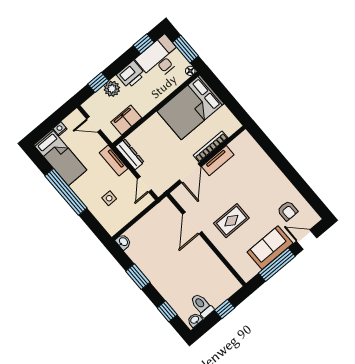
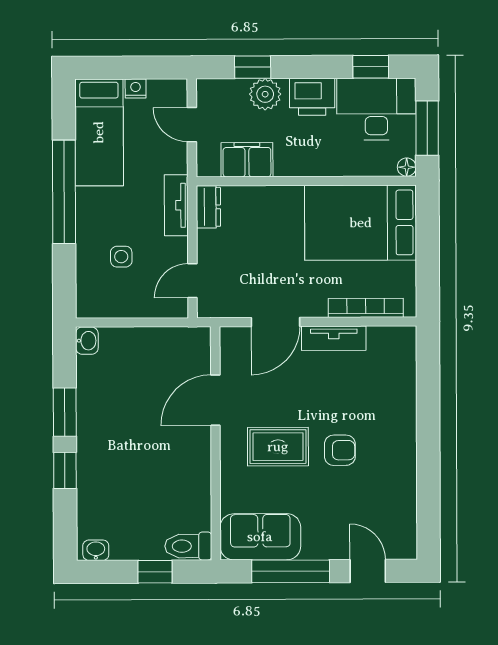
bookcase: (211, 147) -> (366, 308), moved
dresser: (130, 154) -> (208, 207), width x0.70
armchair: (288, 211) -> (340, 450), moved, turned -90
sofa: (270, 248) -> (260, 537), moved
toilet: (202, 305) -> (188, 546), moved, turned -90
window: (167, 311) -> (65, 470), moved

